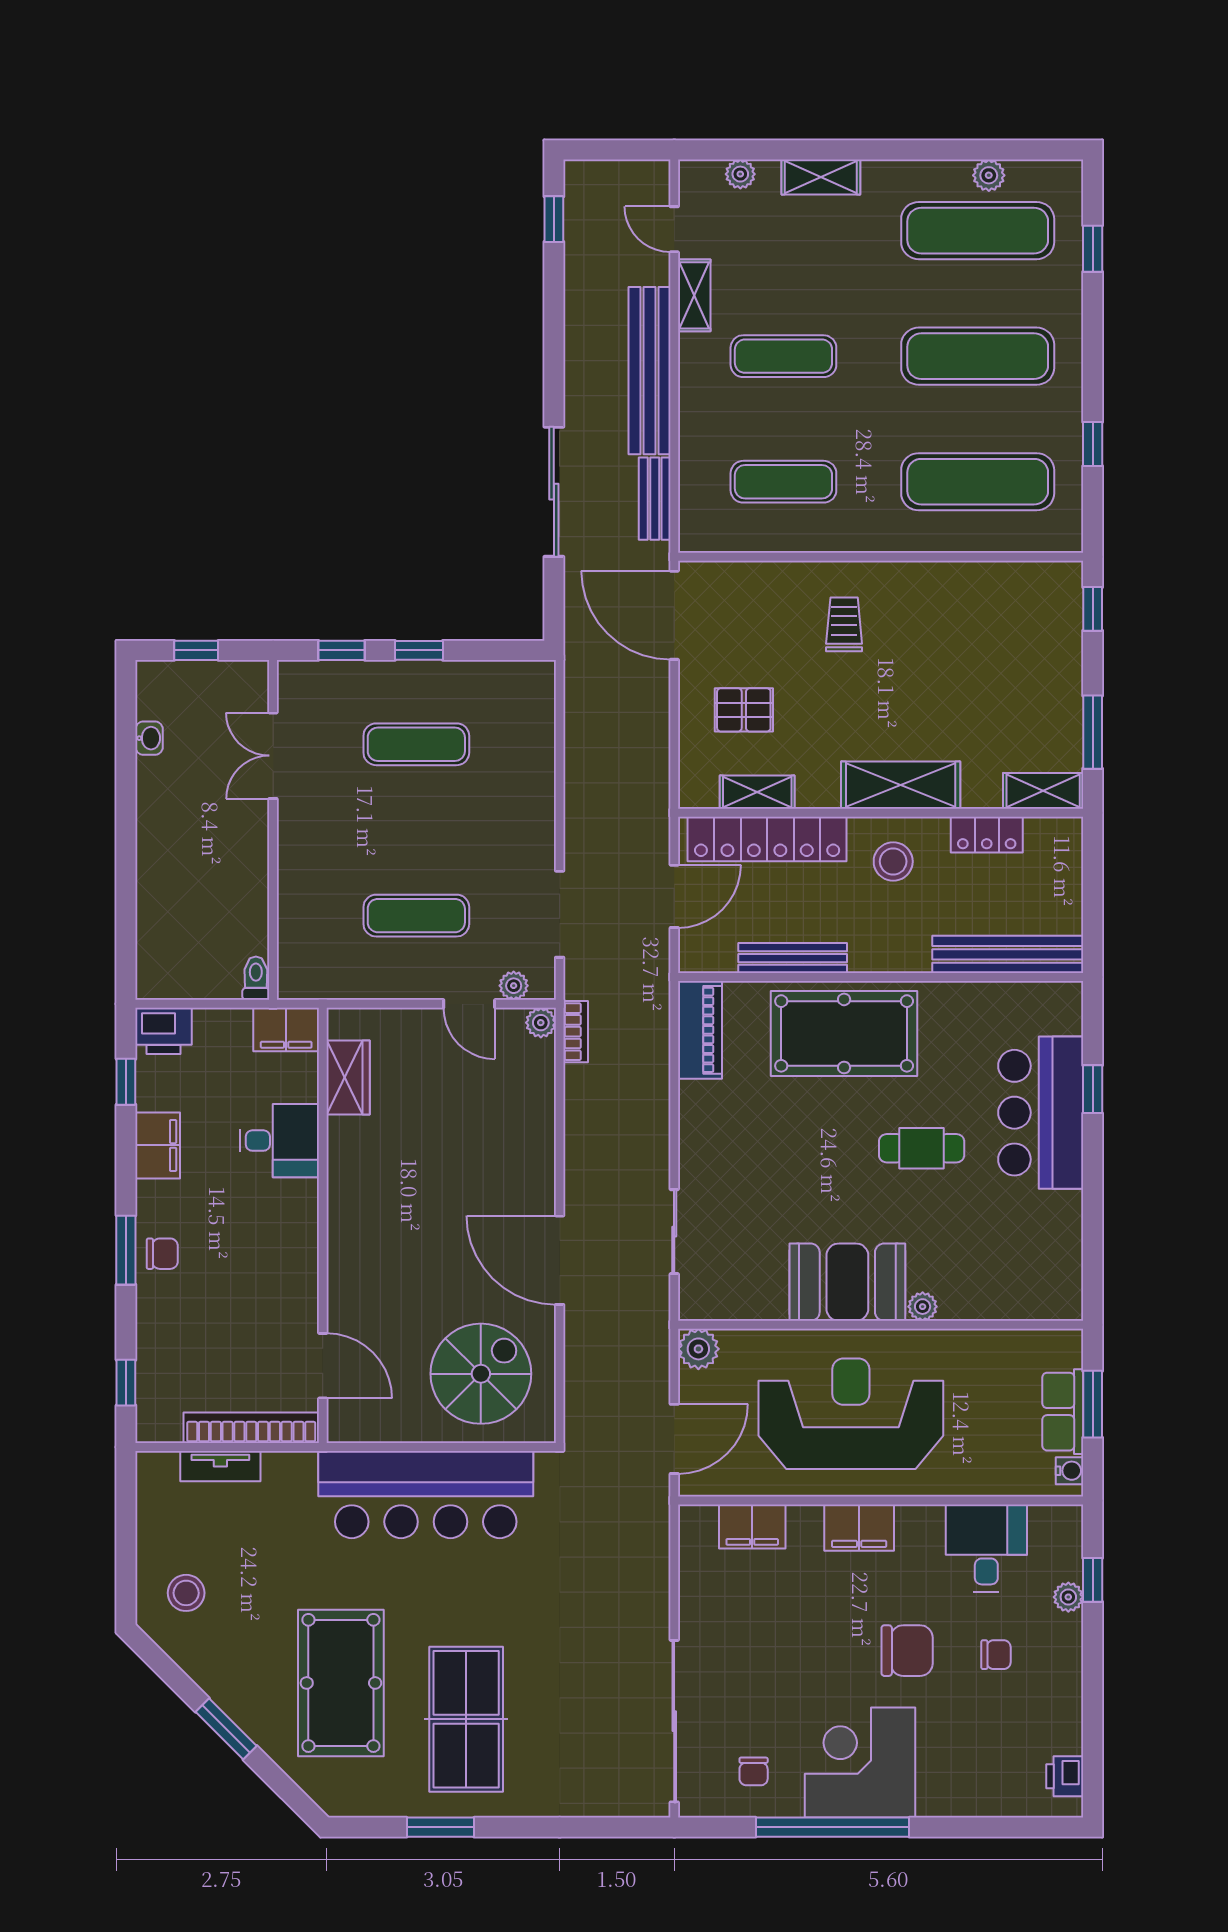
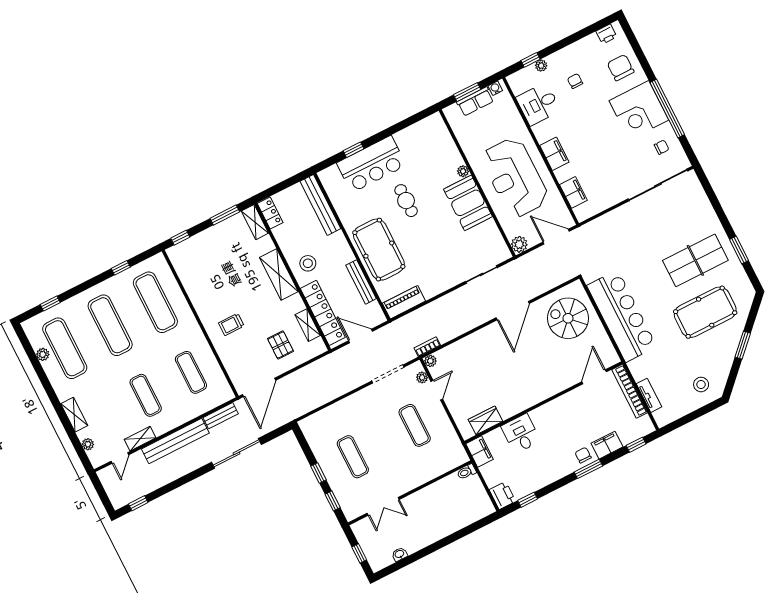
locker: (987, 835) -> (270, 213), moved
filing cabinet: (158, 1145) -> (607, 445), moved
chair: (907, 1651) -> (621, 68), moved

